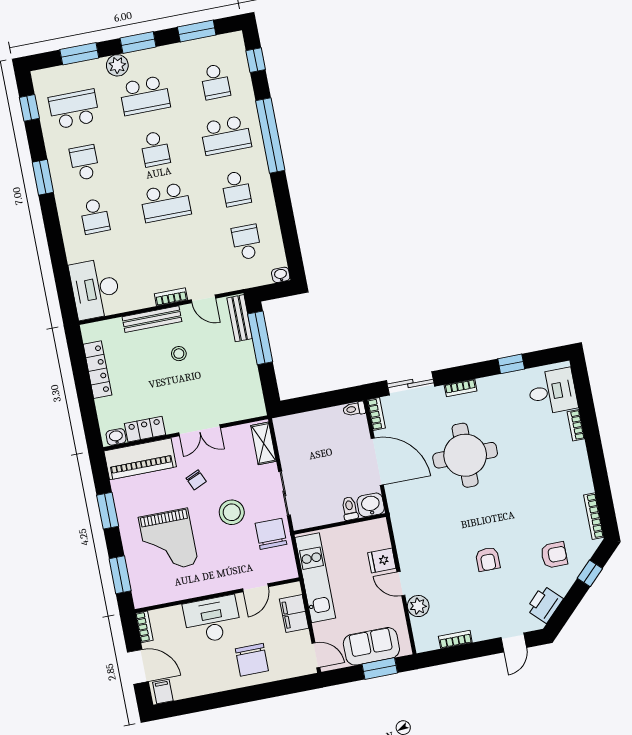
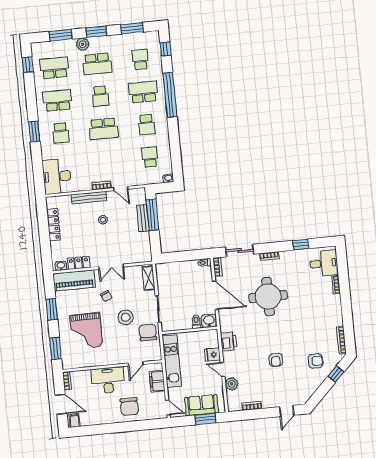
school desk: (215, 82) -> (140, 60), turned 180
school desk: (226, 135) -> (143, 92), turned 180
school desk: (84, 163) -> (57, 100), width x1.85
window: (43, 177) -> (34, 132), moved
bench: (240, 318) -> (143, 218), moved
printer: (545, 604) -> (229, 341), moved, turned 135

